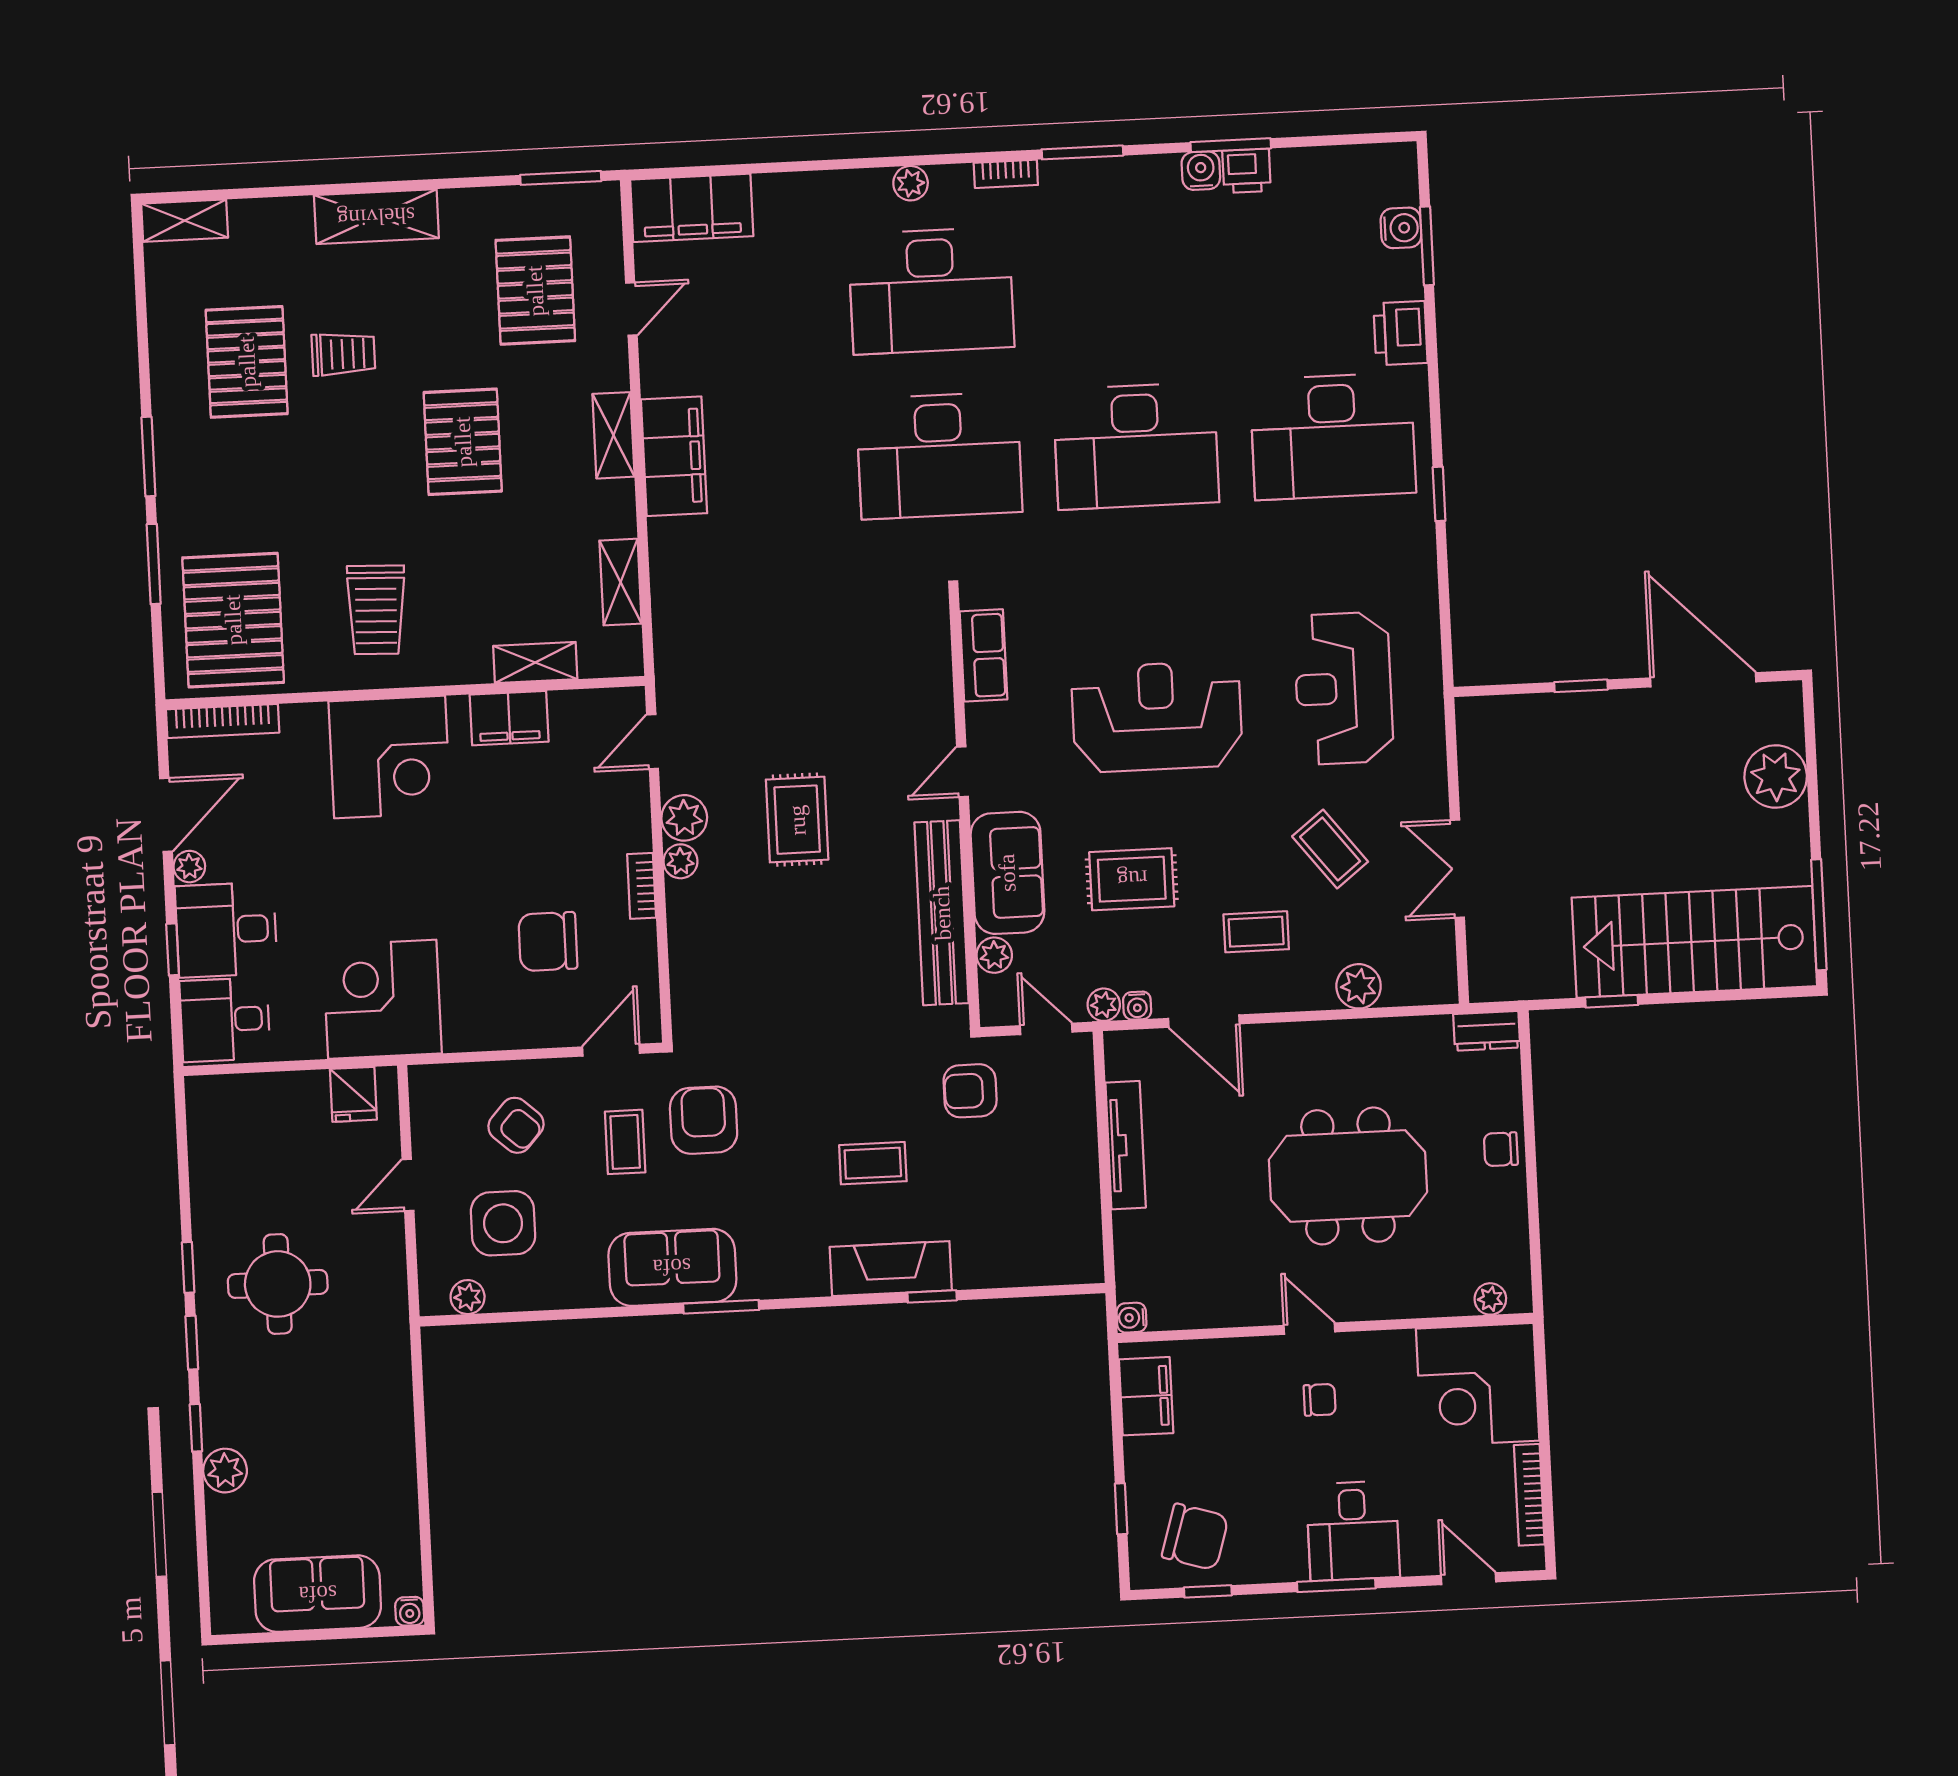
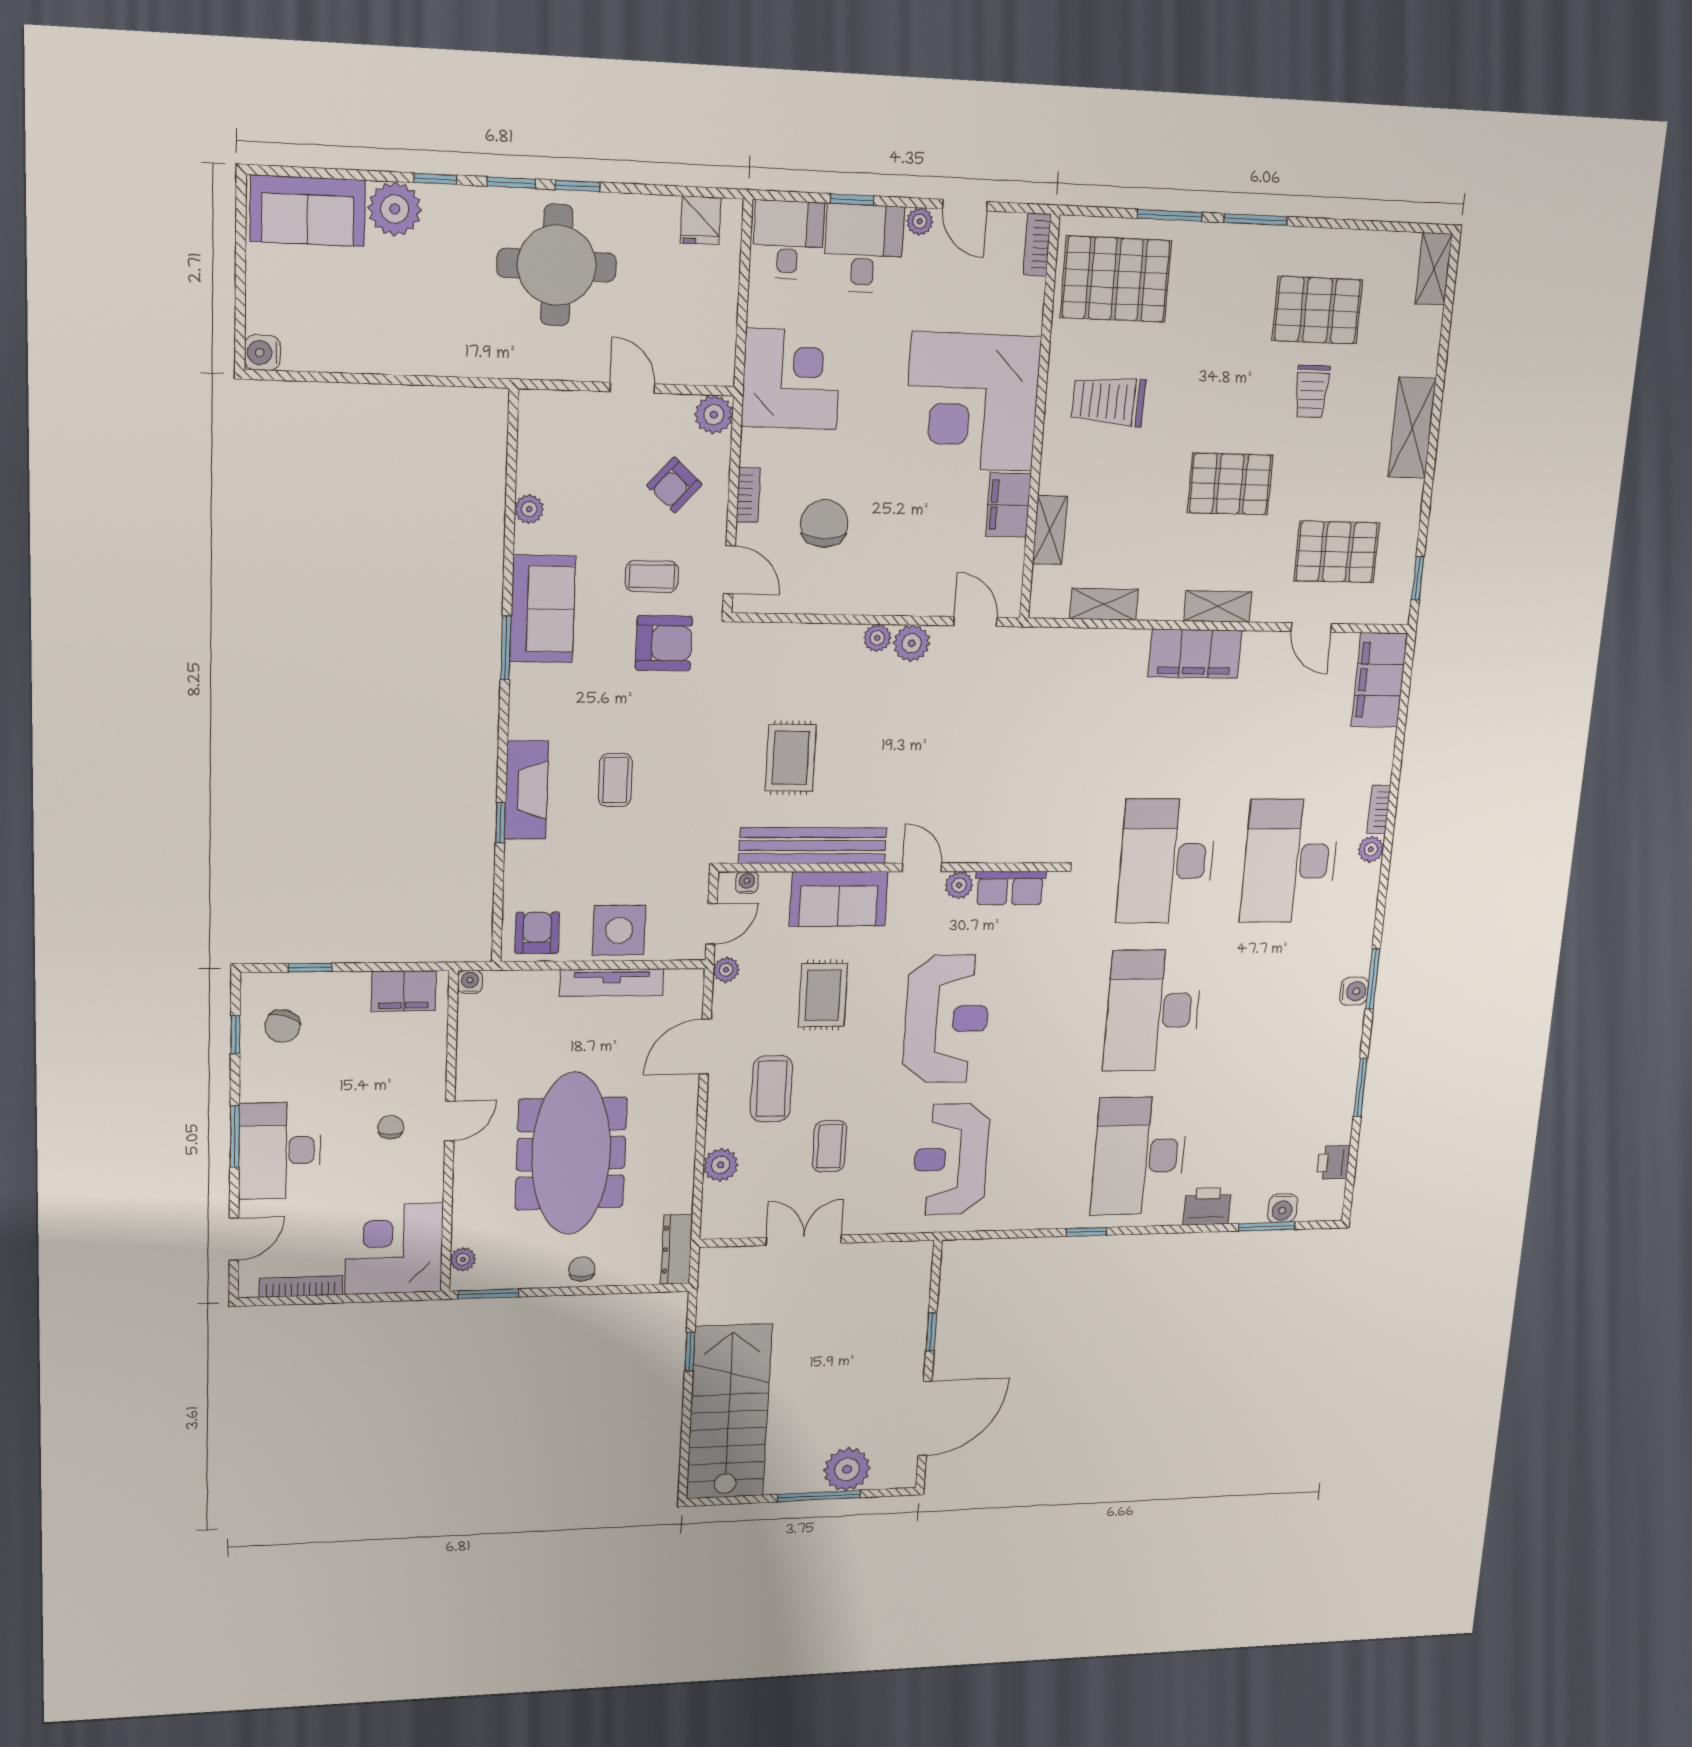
water cooler: (1201, 171) -> (1354, 991), moved
printer: (1247, 171) -> (1333, 1162), moved
bookcase: (1006, 174) -> (1379, 810), moved
window: (561, 178) -> (1418, 578), width x0.67
reception desk: (1344, 688) -> (951, 1159), turned -90
bookcase: (223, 721) -> (1037, 245), width x0.64
corner desk: (390, 757) -> (972, 402), width x1.36, depth x1.36
door: (166, 815) -> (965, 205), width x0.73
rug: (797, 820) -> (791, 758), moved, turned 90
coffee table: (1330, 849) -> (830, 1146), turned -52
bookcase: (642, 886) -> (748, 495), moved, turned 90
window: (1819, 915) -> (819, 1496), moved
coffee table: (1256, 932) -> (771, 1089), width x1.36, depth x1.30
plant: (994, 955) -> (959, 885), moved
water cooler: (1137, 1006) -> (747, 883), moved, turned 90
dresser: (1487, 1031) -> (677, 1249), width x1.44
plant: (431, 1087) -> (714, 415), added
armchair: (970, 1091) -> (537, 933), moved
fridge: (353, 1094) -> (701, 220), moved, turned -90
meeting table: (1348, 1176) -> (571, 1153), width x1.36
side table: (503, 1223) -> (619, 930), moved
window: (1536, 1264) -> (488, 1294), added
round table: (278, 1284) -> (557, 265), width x1.36, depth x1.36
plant: (468, 1297) -> (529, 509), moved
chair: (1320, 1400) -> (391, 1127), turned 180
plant: (225, 1471) -> (395, 209), width x1.36, depth x1.36
desk: (1353, 1531) -> (280, 1151), width x1.37
chair: (1195, 1537) -> (282, 1026), width x0.73, depth x0.73
sofa: (318, 1594) -> (308, 211), moved, turned 90
water cooler: (410, 1611) -> (262, 353), width x1.38, depth x1.38

